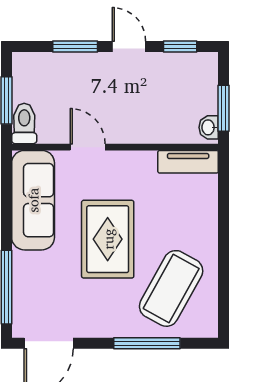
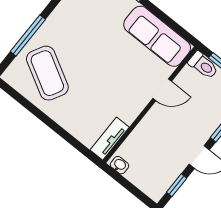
window: (223, 108) -> (123, 182), removed
rug: (108, 239) -> (103, 60), removed

